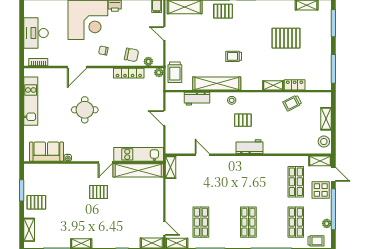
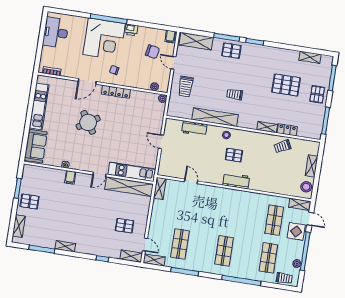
desk: (36, 33) -> (56, 33), moved
pallet: (320, 43) -> (317, 94), added
chair: (131, 55) -> (152, 52), moved
trolley: (175, 72) -> (186, 87), moved
locker: (129, 73) -> (116, 92), moved
round table: (85, 110) -> (88, 122), turned -33
sofa: (46, 152) -> (36, 146), moved, turned 90
filing cabinet: (75, 170) -> (70, 177), added
pallet: (99, 192) -> (125, 226), moved

